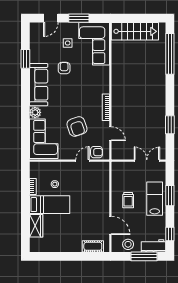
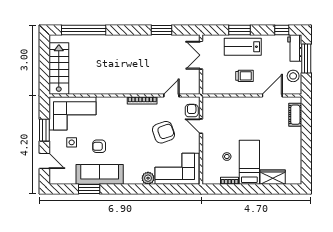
sofa: (39, 85) -> (100, 174), moved

